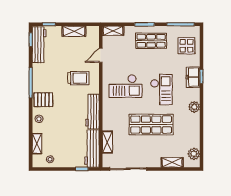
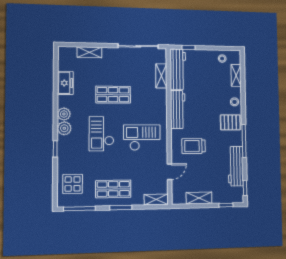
workbench: (39, 45) -> (236, 166), moved
freezer: (193, 77) -> (65, 83), moved
shop shelf: (151, 125) -> (113, 95), width x0.70, depth x0.74
plant: (194, 154) -> (64, 128), moved

